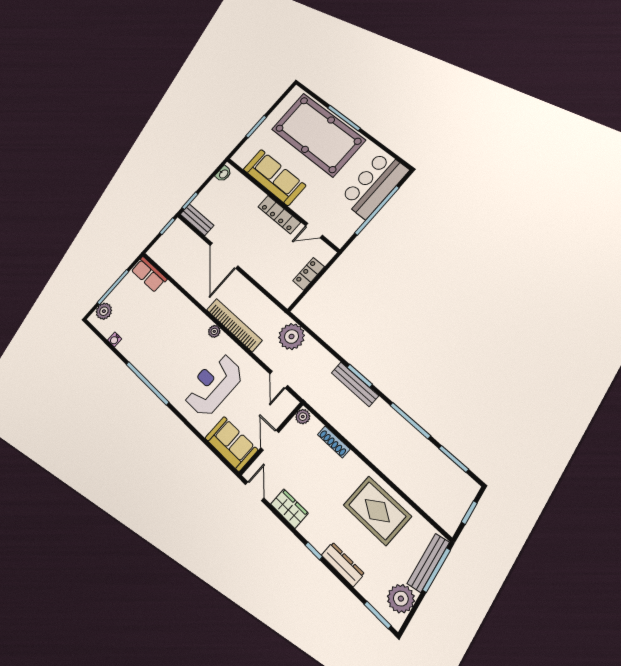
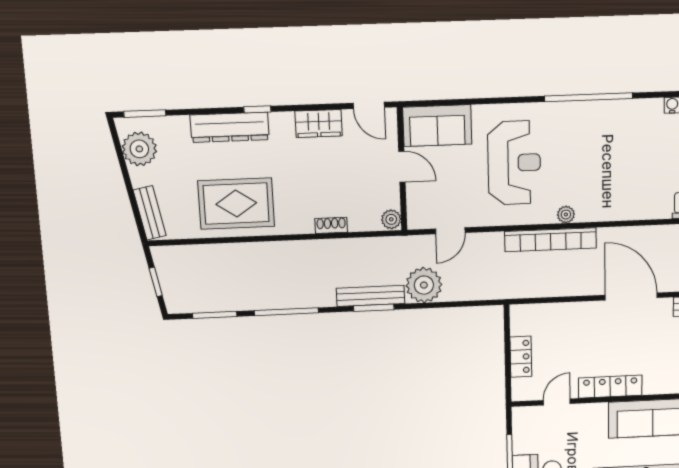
plant: (292, 337) -> (424, 285), moved
door: (279, 380) -> (450, 231), swing flipped
shoe rack: (334, 442) -> (331, 225), width x0.70
bench: (428, 563) -> (150, 213), width x0.73
dresser: (343, 564) -> (230, 127), width x1.37, depth x1.24
window: (436, 570) -> (134, 205), removed

